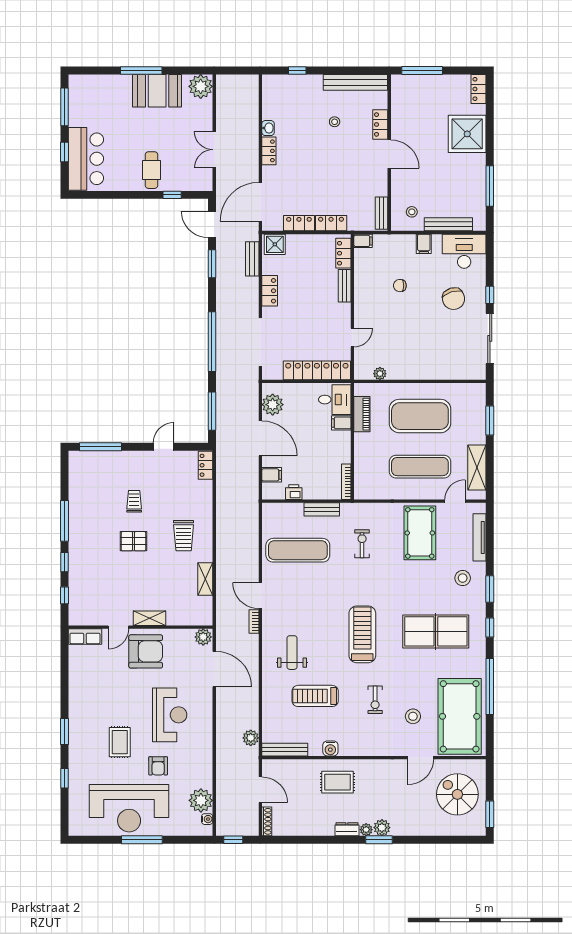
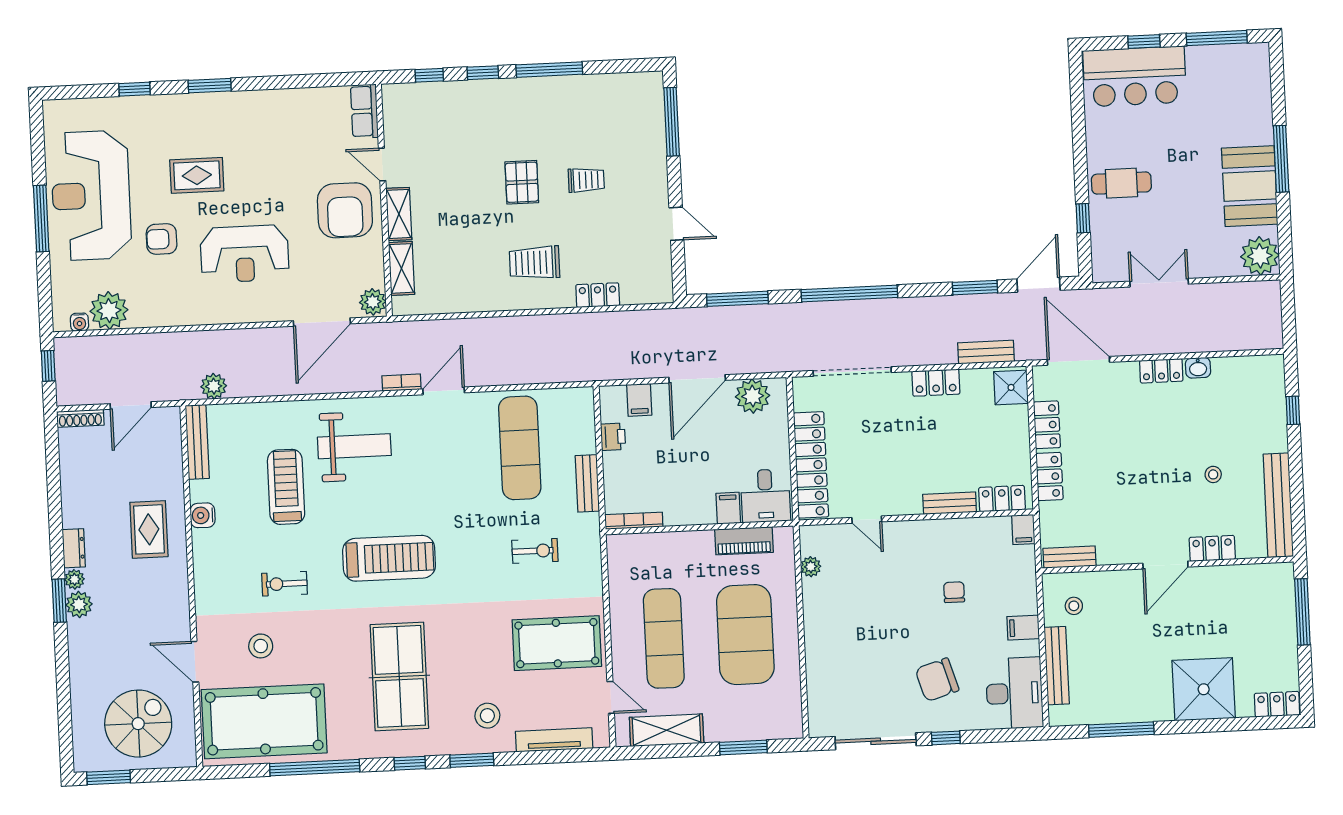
locker: (206, 465) -> (598, 295), moved
shelving: (205, 579) -> (401, 268), moved, turned 90
weight bench: (292, 653) -> (354, 446), width x1.36, depth x1.33

